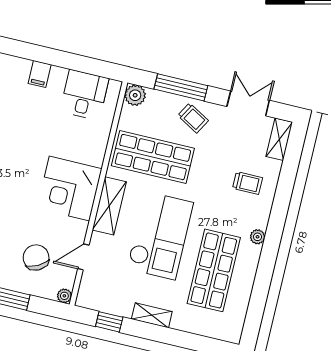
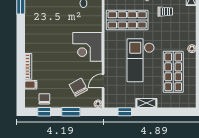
trolley: (248, 183) -> (165, 12), moved
shelving: (109, 206) -> (110, 51), removed
checkout: (160, 235) -> (141, 60), turned 180

